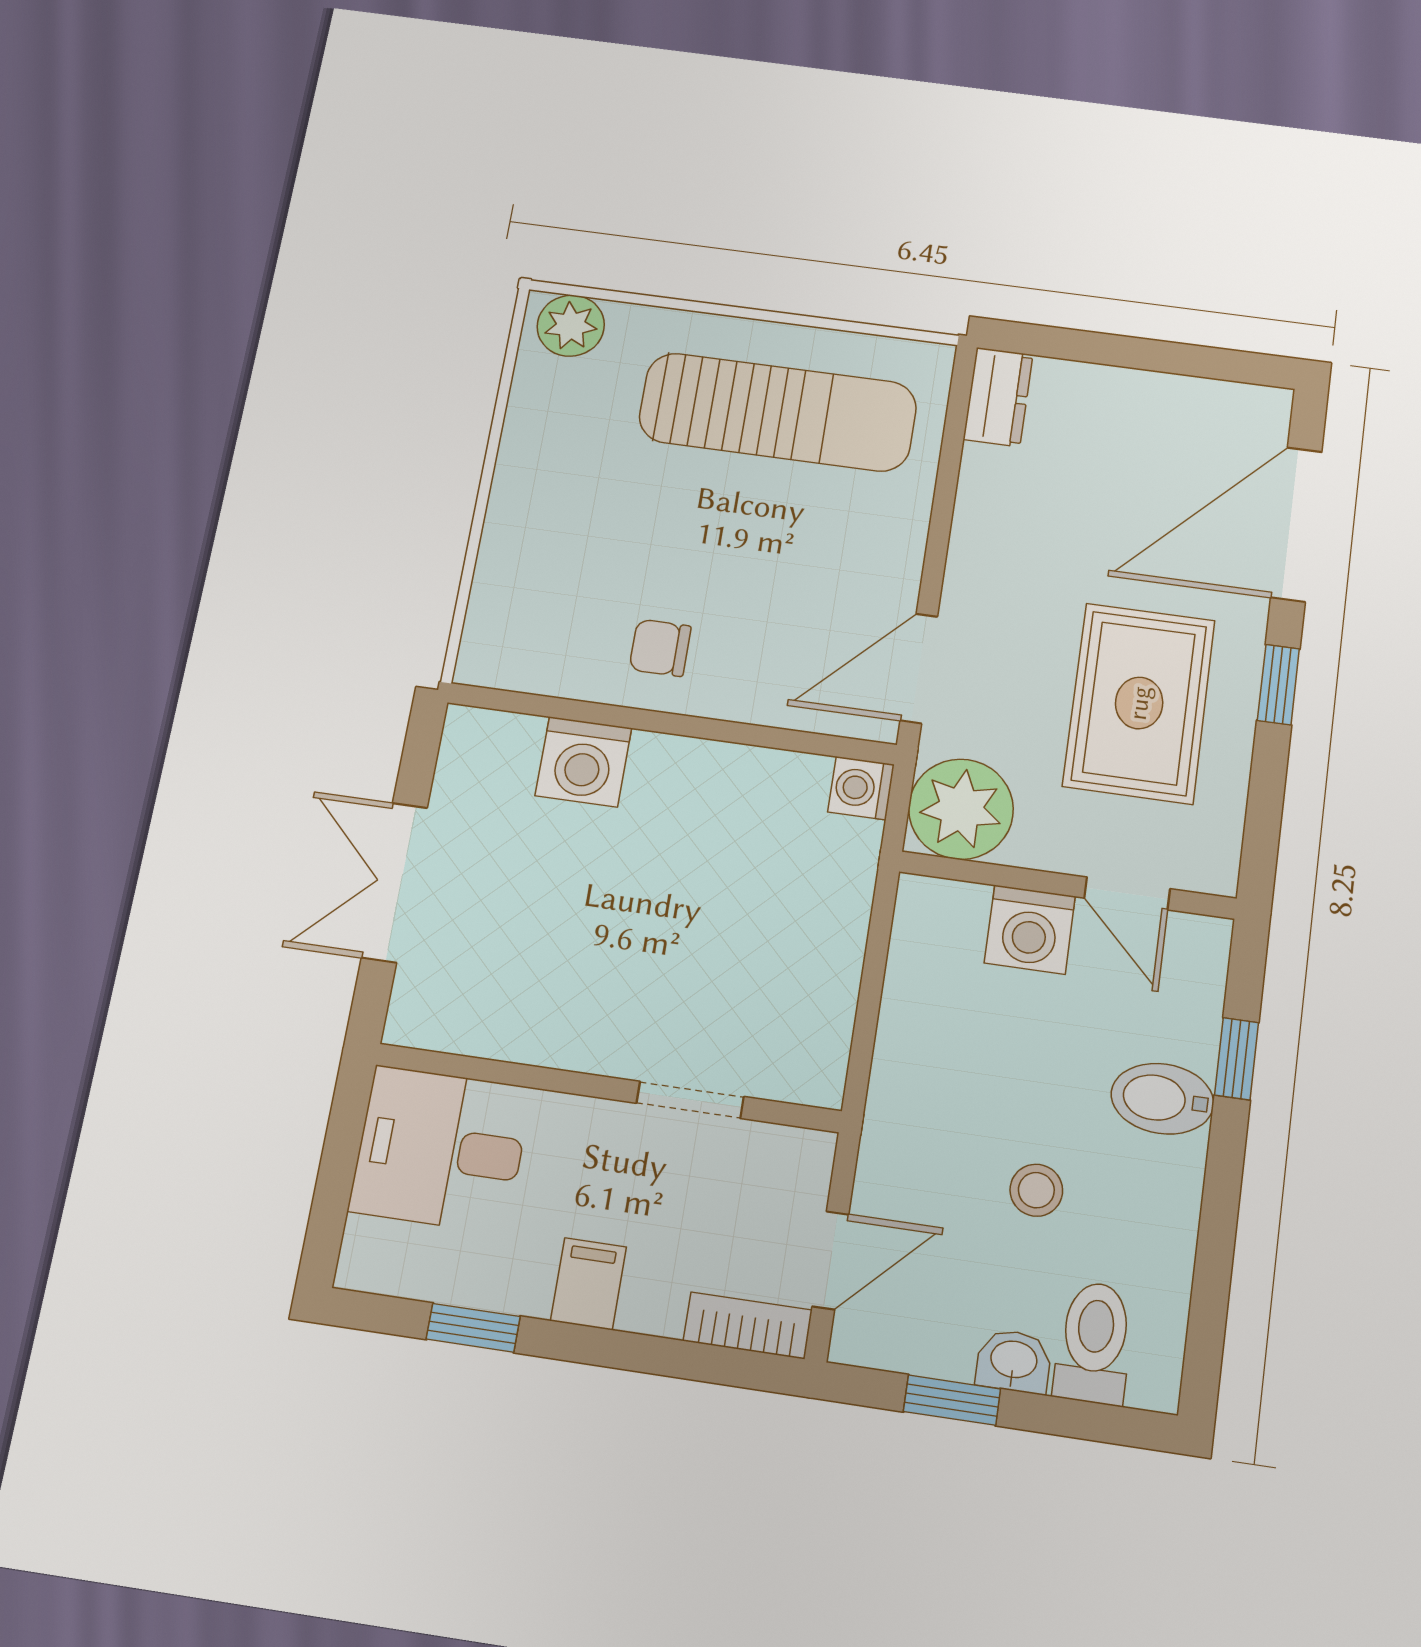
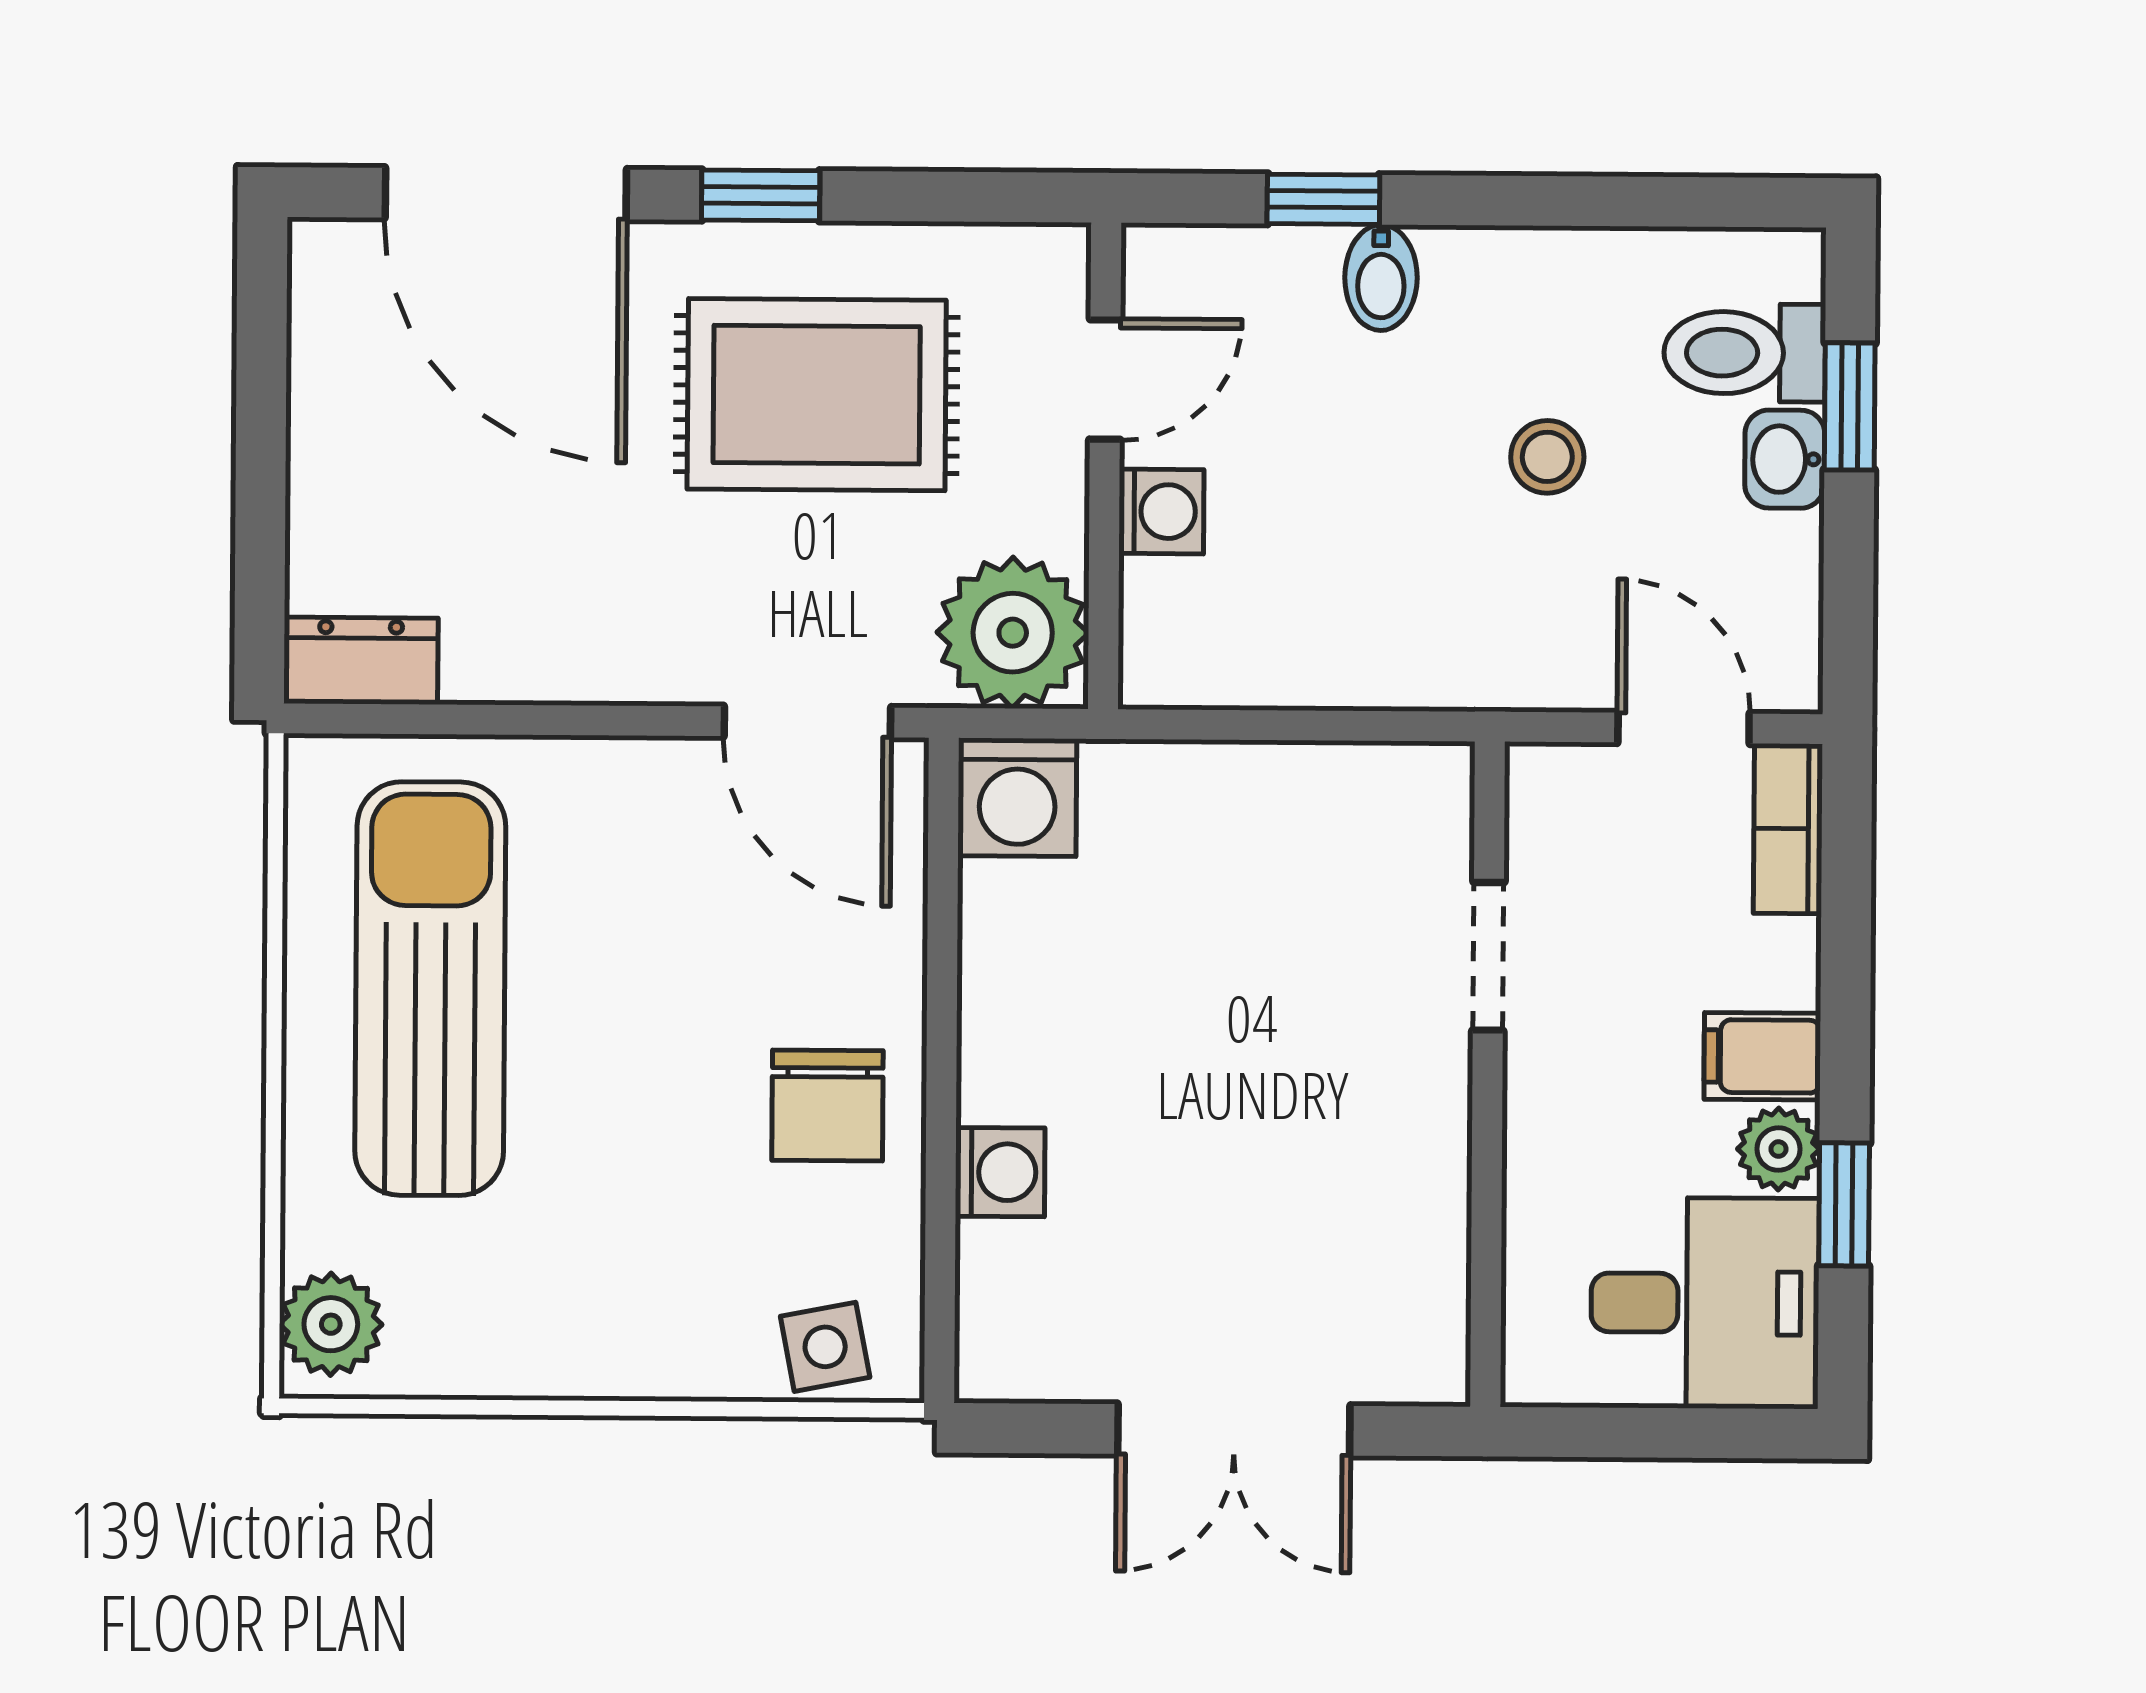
side table: (500, 625) -> (825, 1347), added
chair: (660, 648) -> (827, 1105), width x1.37, depth x1.37
washing machine: (583, 762) -> (1000, 1172), width x0.73, depth x0.73
washing machine: (861, 788) -> (1017, 797), width x1.38, depth x1.38
washing machine: (1030, 930) -> (1161, 511), width x0.73, depth x0.73
bidet: (1162, 1099) -> (1381, 278), width x0.72, depth x0.74
desk: (440, 1149) -> (1705, 1303), moved, turned -90
plant: (521, 1286) -> (1778, 1149), added
window: (952, 1400) -> (1850, 406), moved

